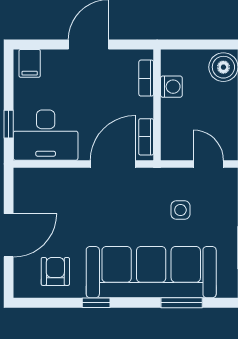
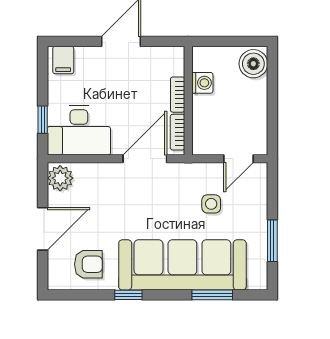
bookcase: (146, 78) -> (178, 95), moved
door: (208, 164) -> (239, 159), swing flipped
plant: (27, 184) -> (60, 178), added
armchair: (55, 271) -> (88, 264), turned 90

